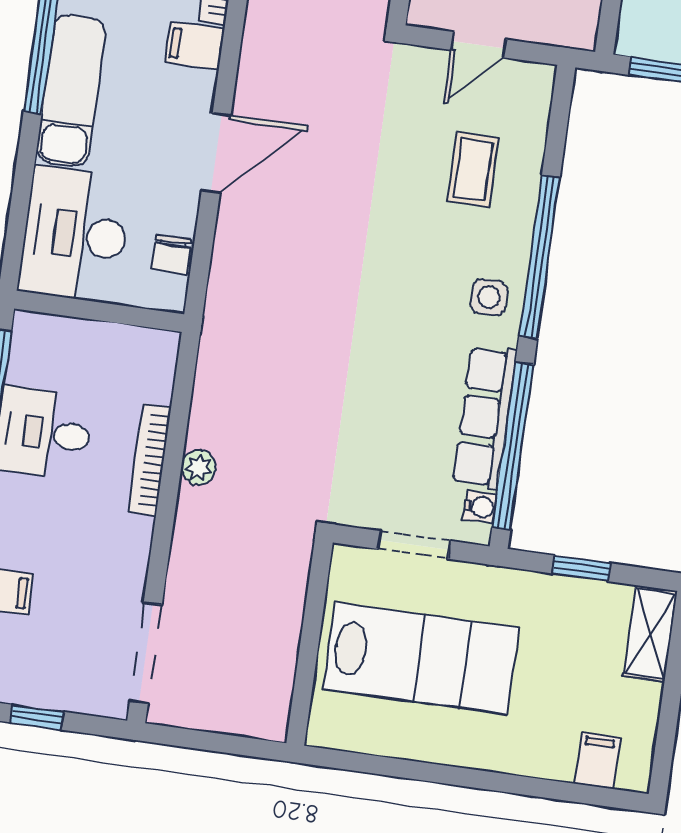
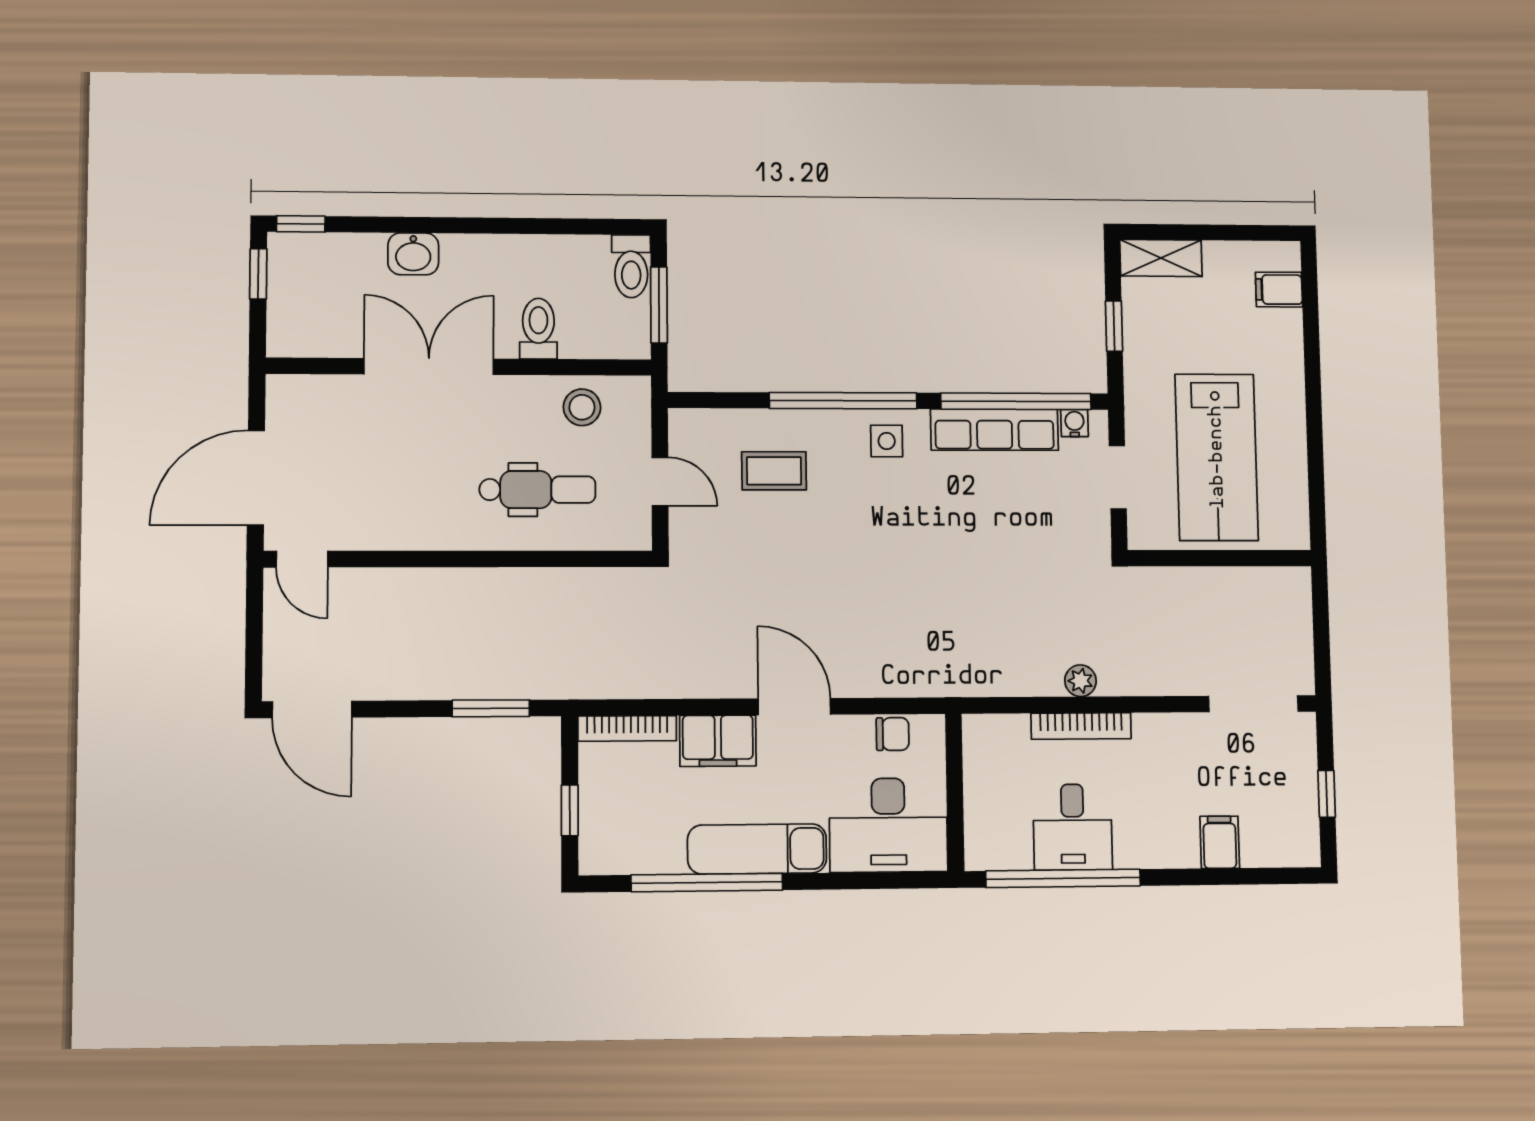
filing cabinet: (195, 46) -> (718, 741), width x2.00
lab bench: (421, 658) -> (1217, 457), turned 180

